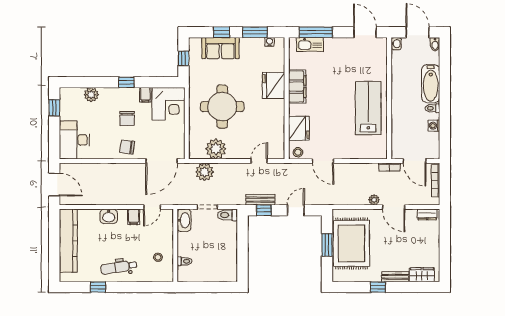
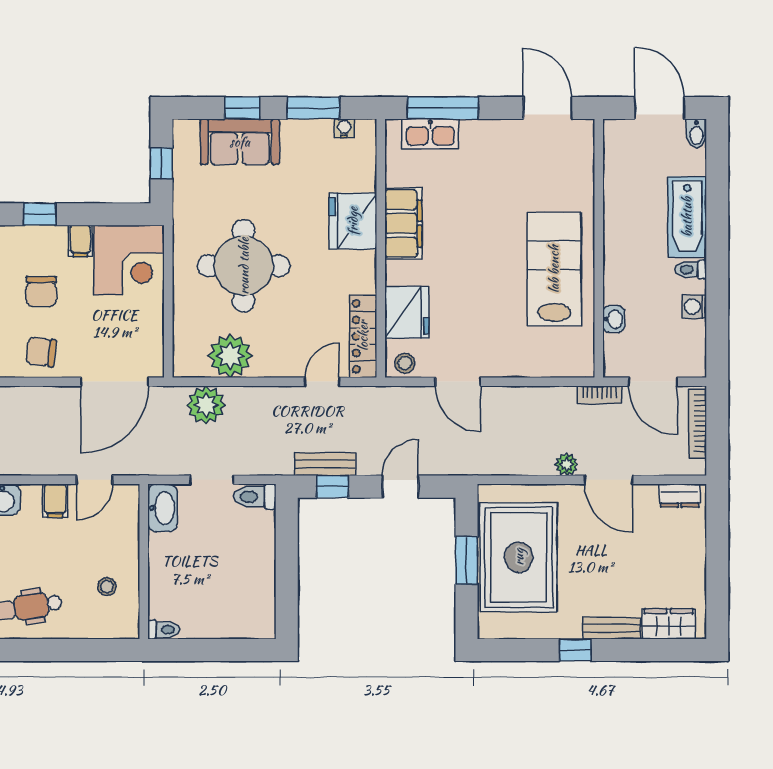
washbasin: (396, 44) -> (614, 319), moved
locker: (278, 140) -> (363, 336), added
toilet: (185, 261) -> (163, 630), moved

